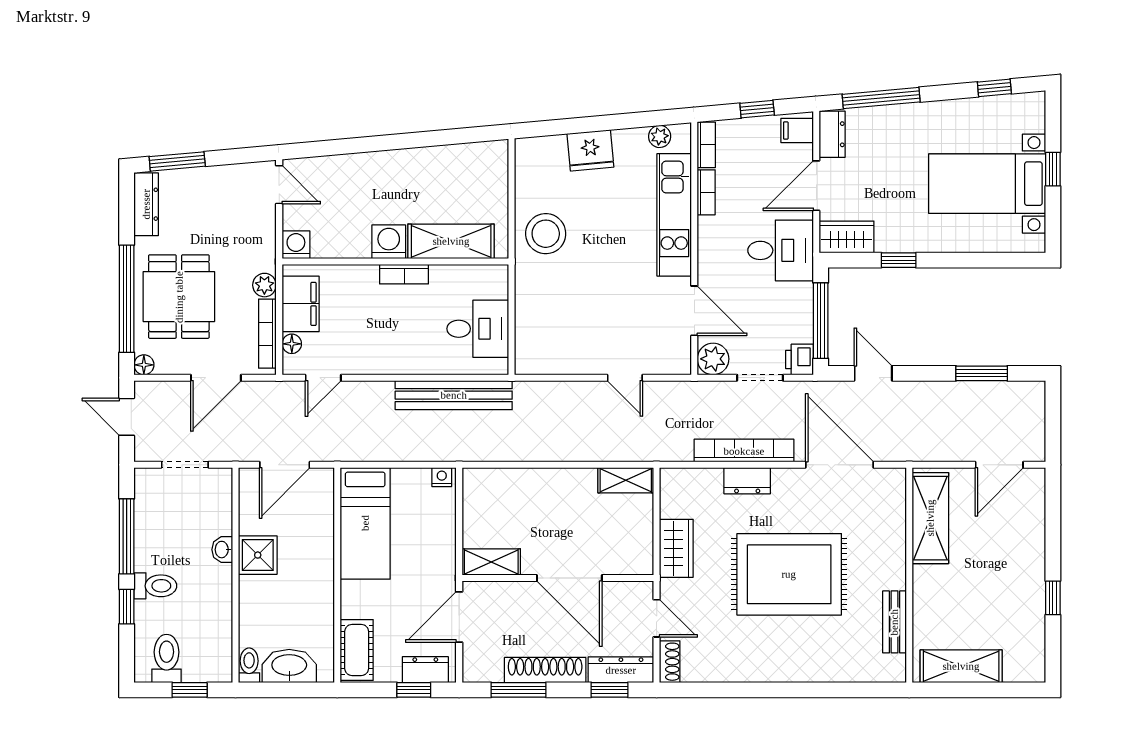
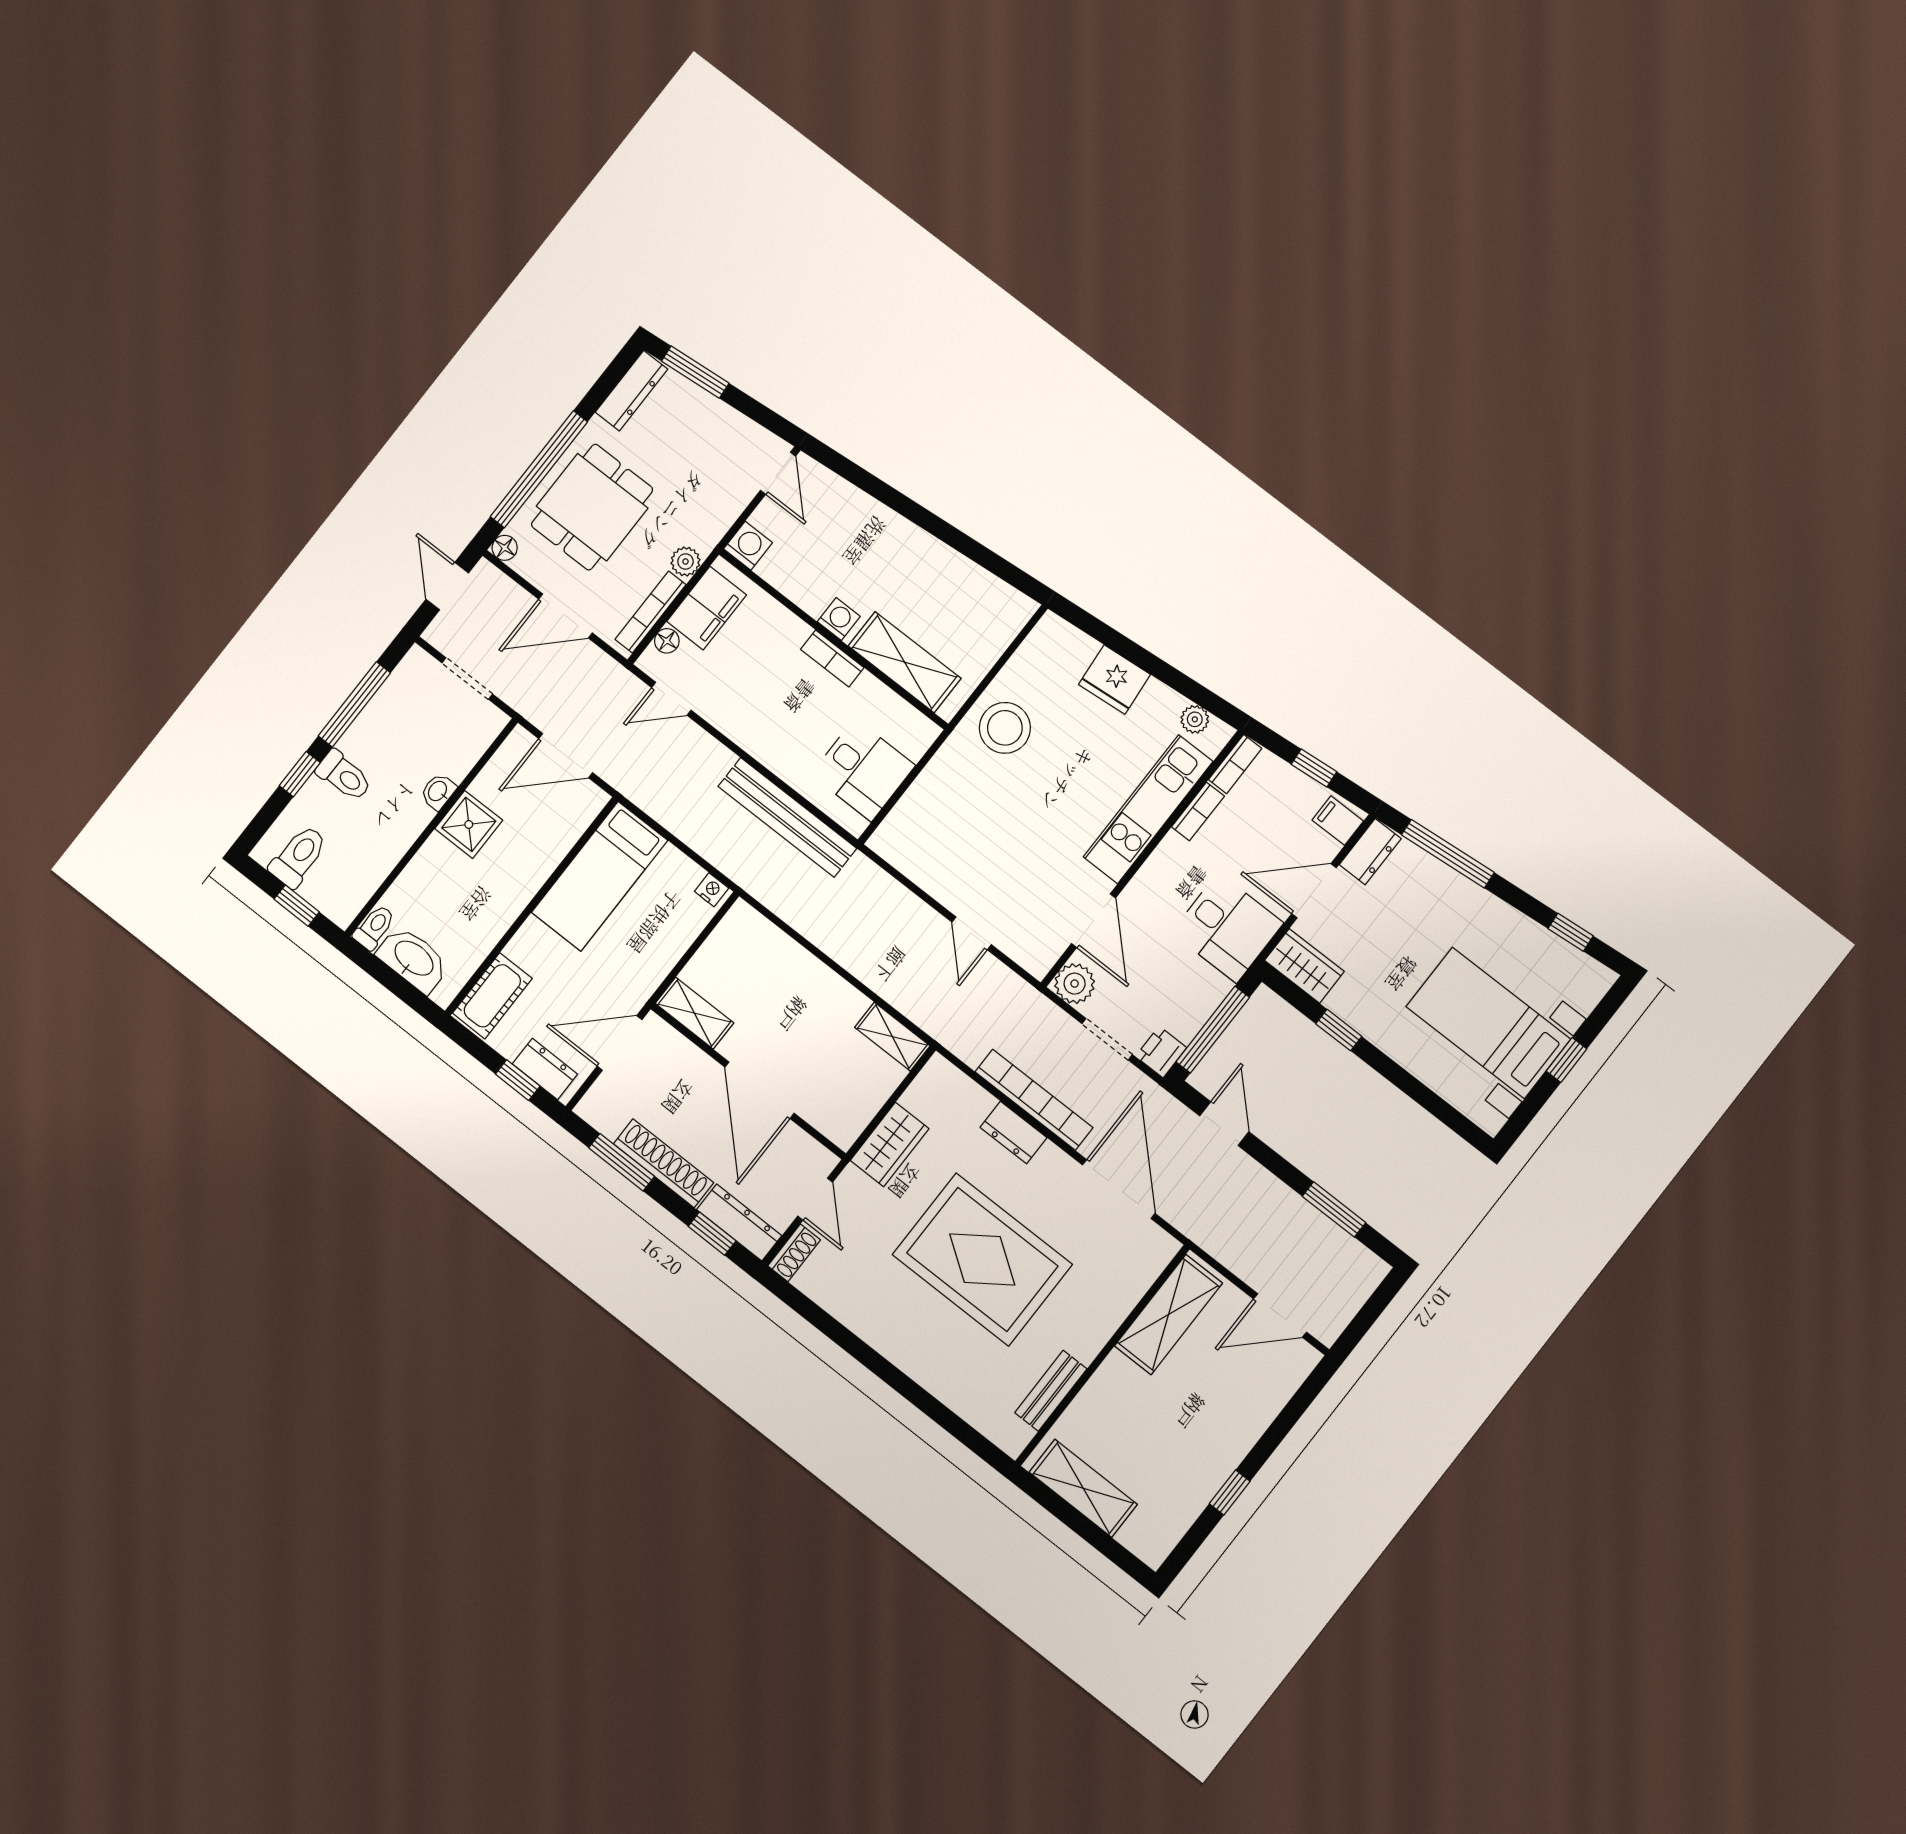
washing machine: (389, 242) -> (839, 619), width x0.73, depth x0.73

